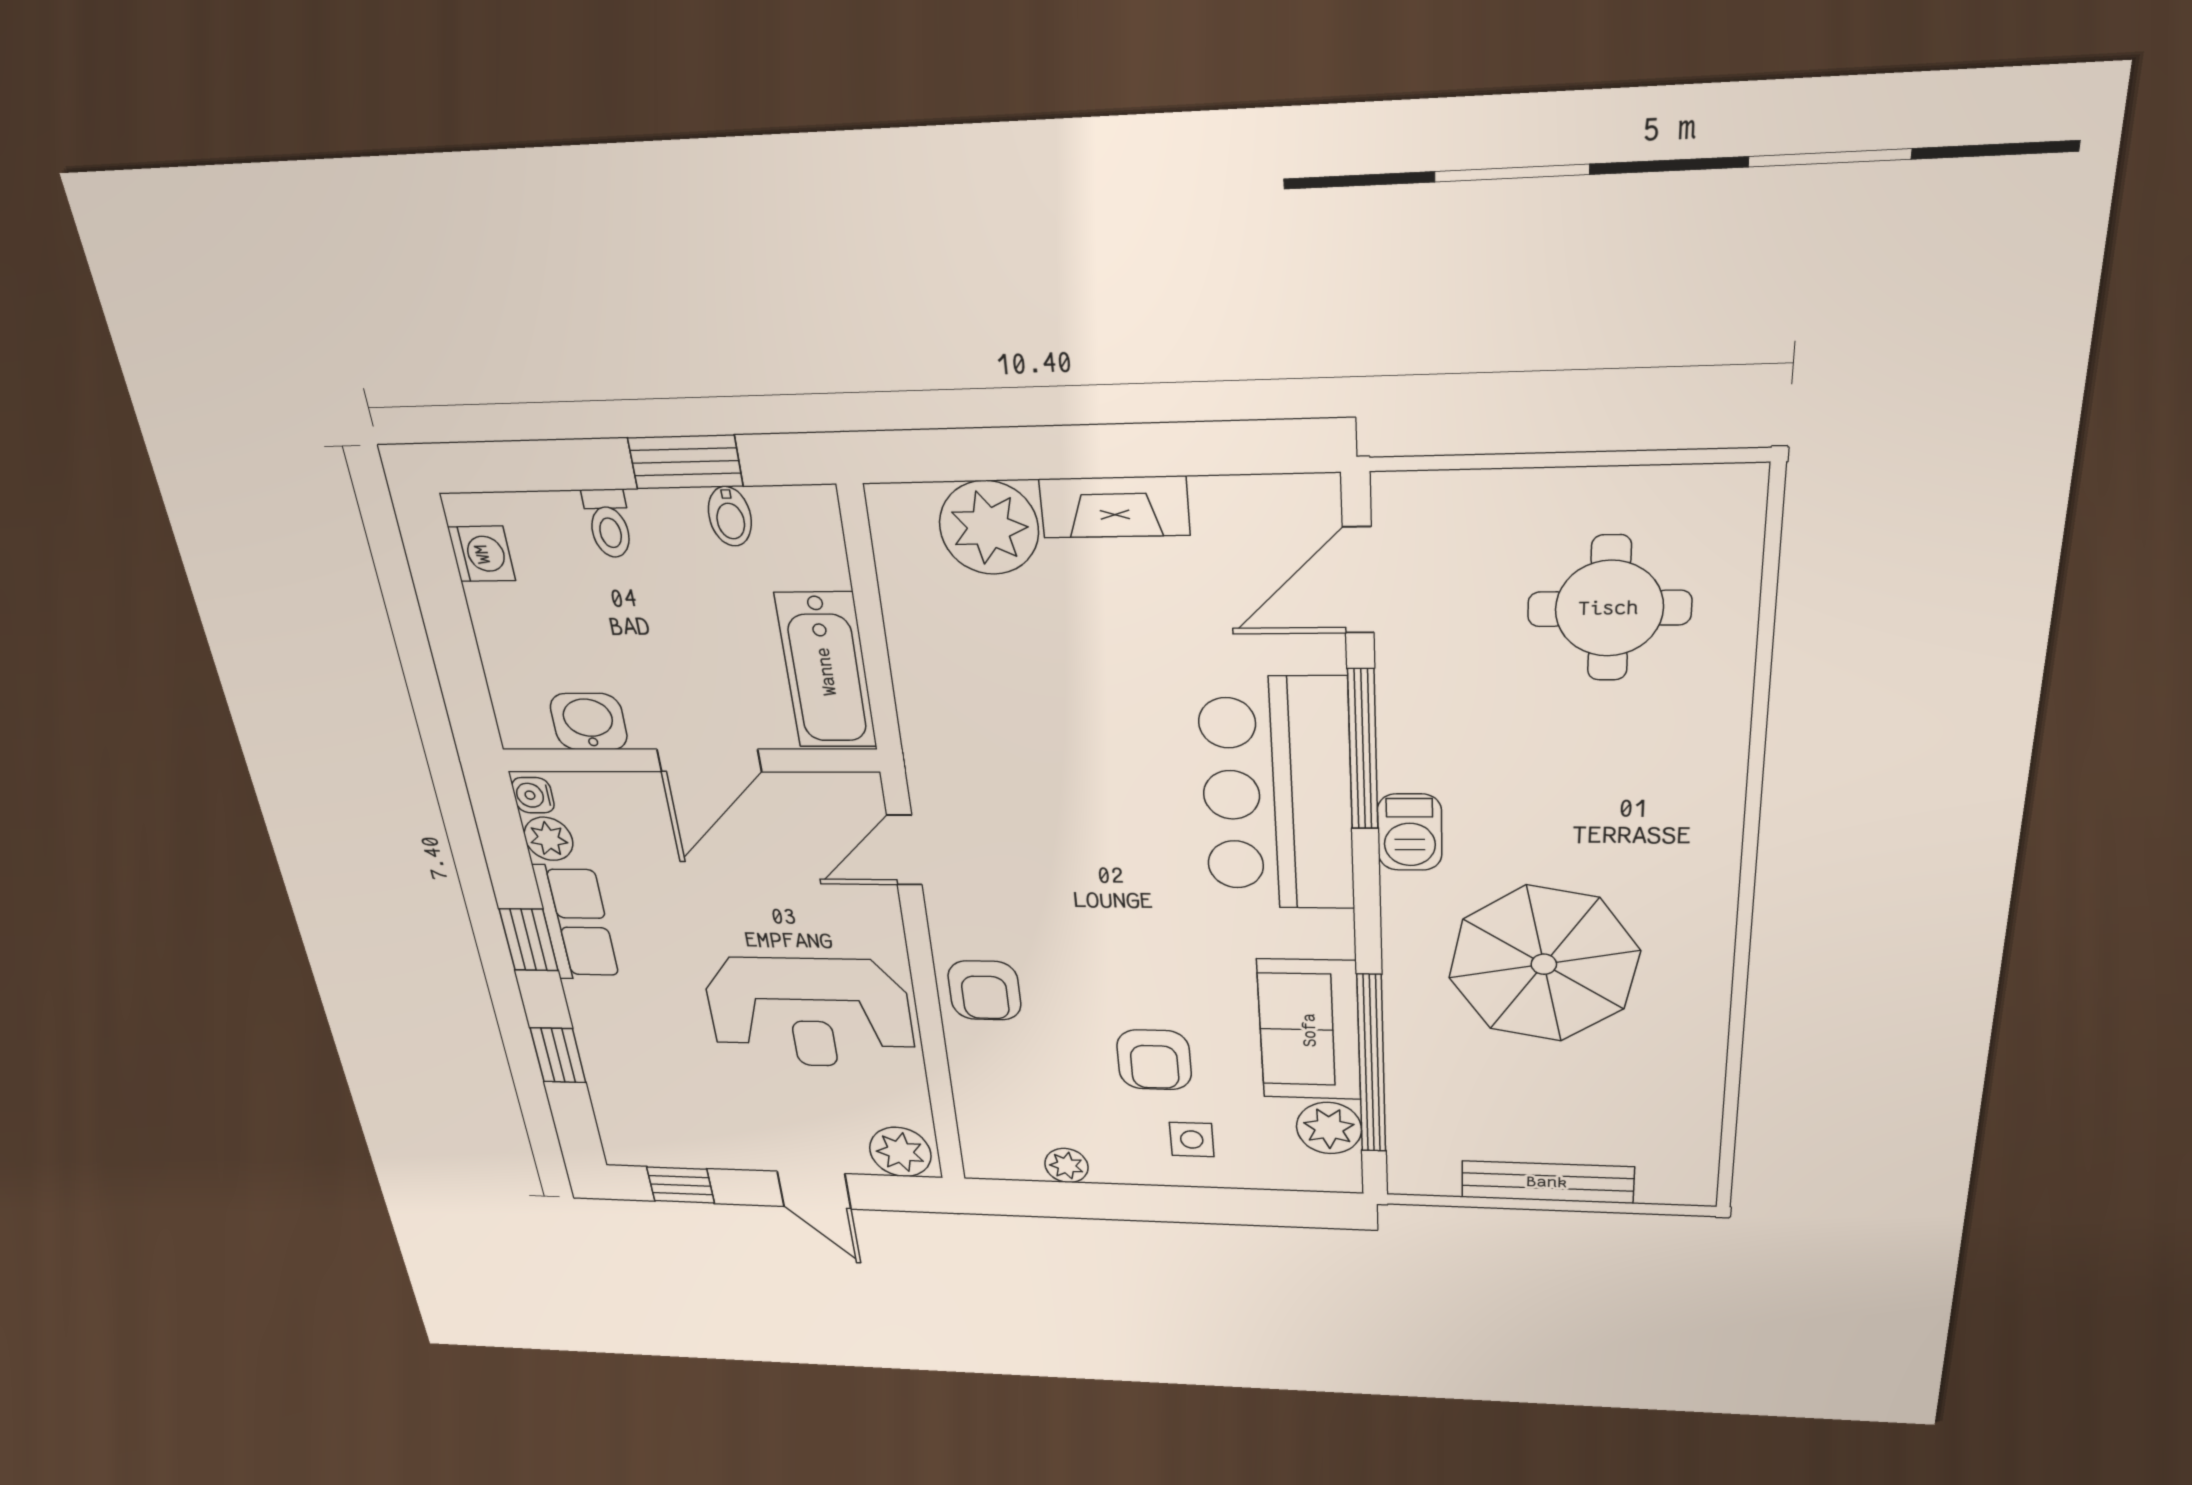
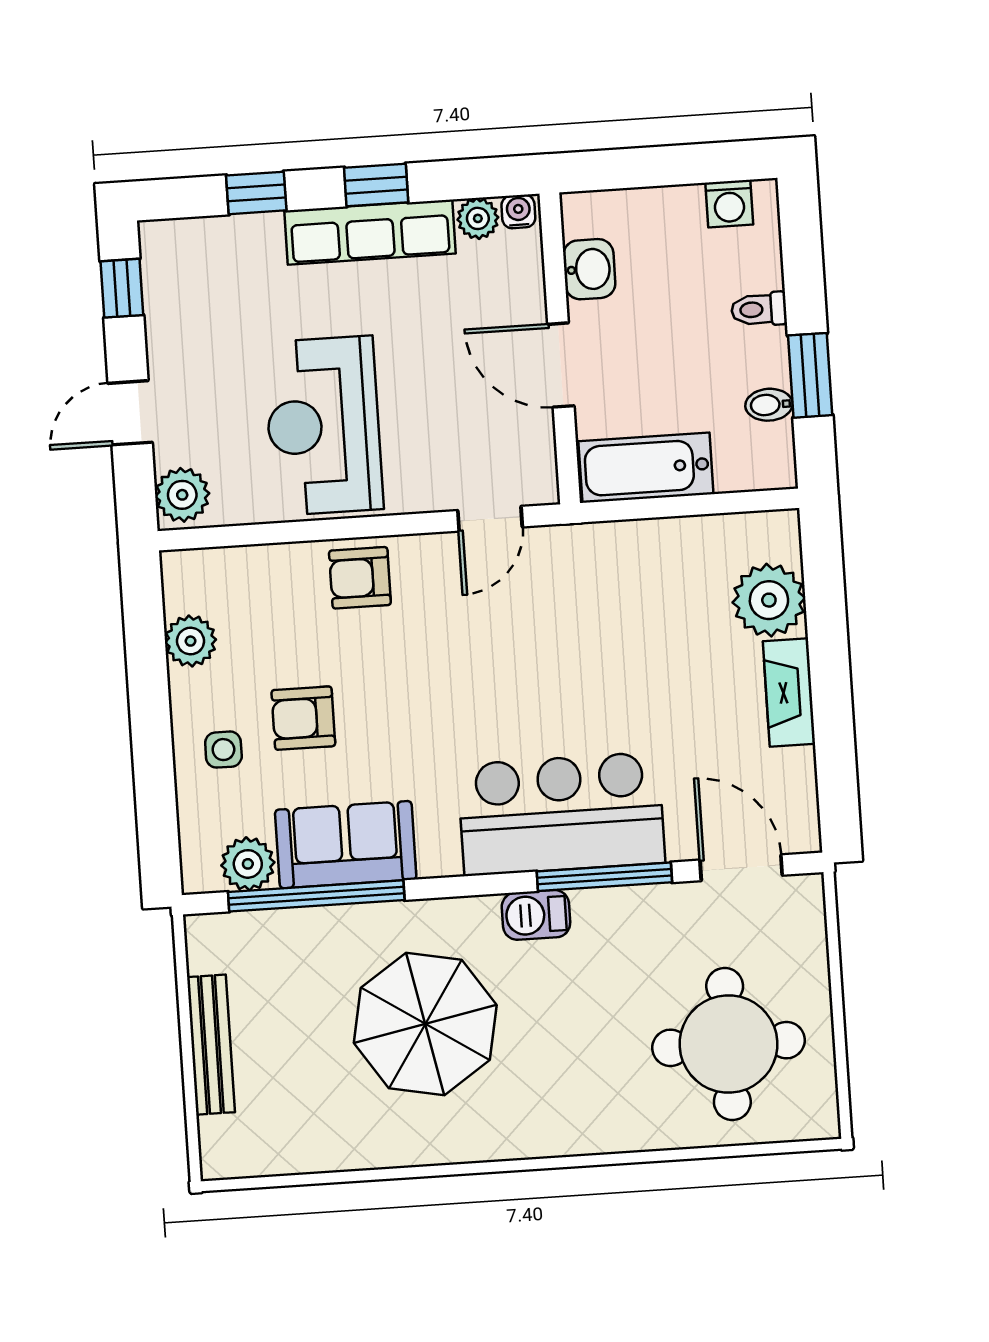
round table: (1609, 608) -> (728, 1044), width x1.36, depth x1.36
door: (904, 850) -> (490, 519), swing flipped
row of seats: (576, 923) -> (370, 232), width x1.48
plant: (1066, 1165) -> (191, 641), width x1.38, depth x1.38

